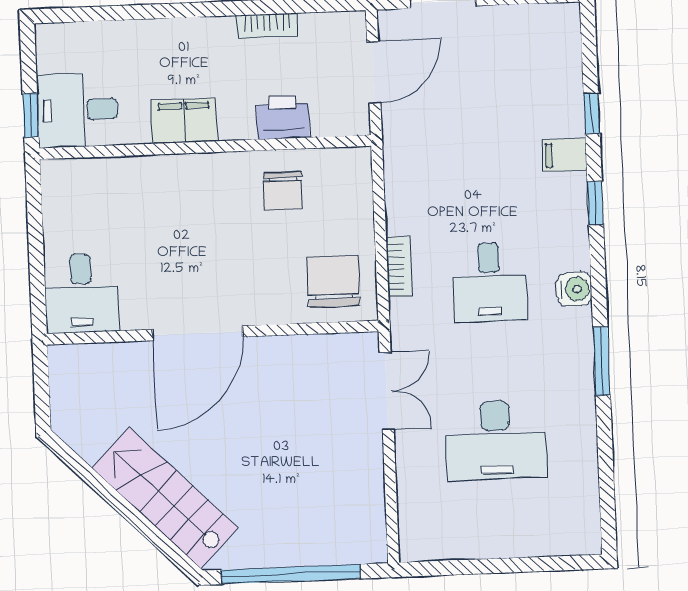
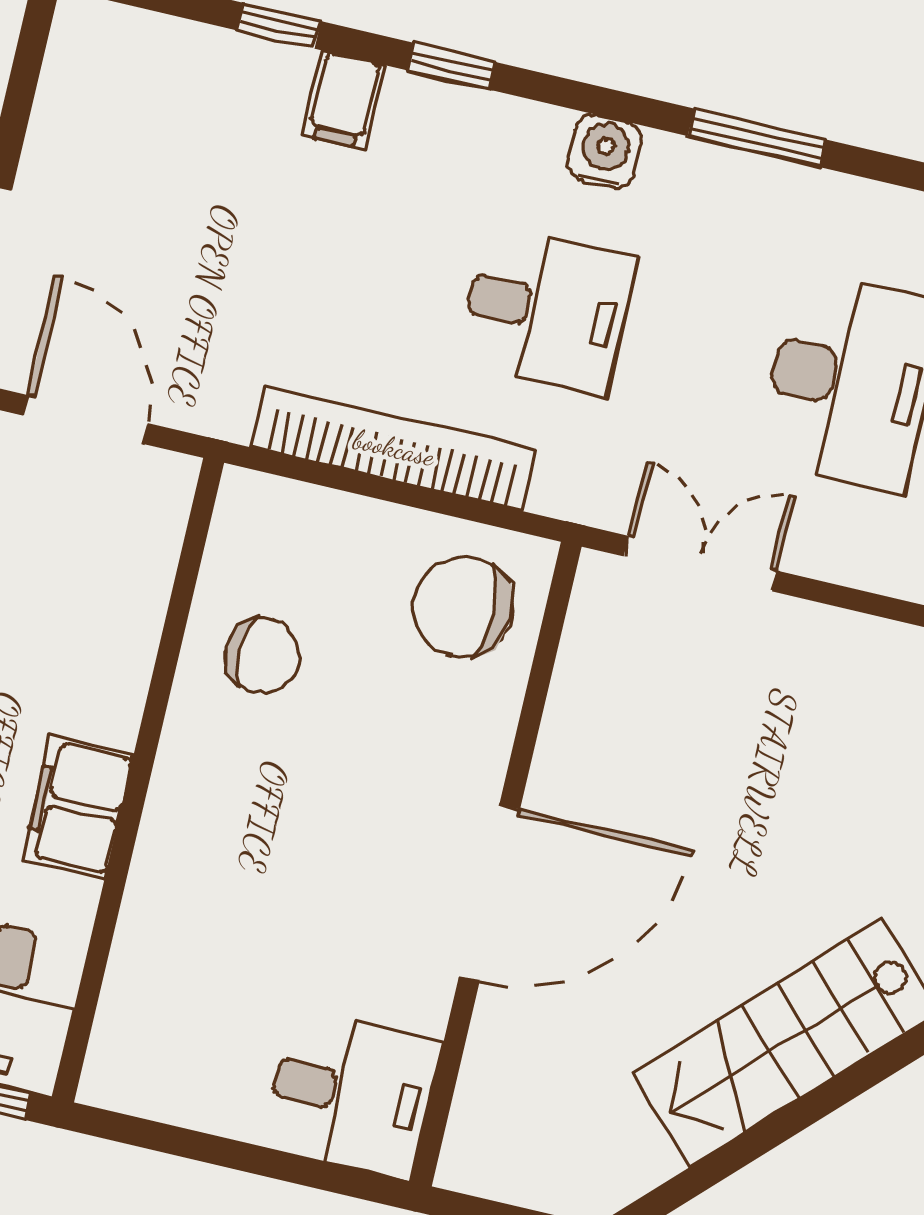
printer: (283, 117) -> (123, 617), removed
bookcase: (399, 267) -> (394, 448), width x2.31, depth x1.31
door: (198, 333) -> (489, 893), hinge flipped

